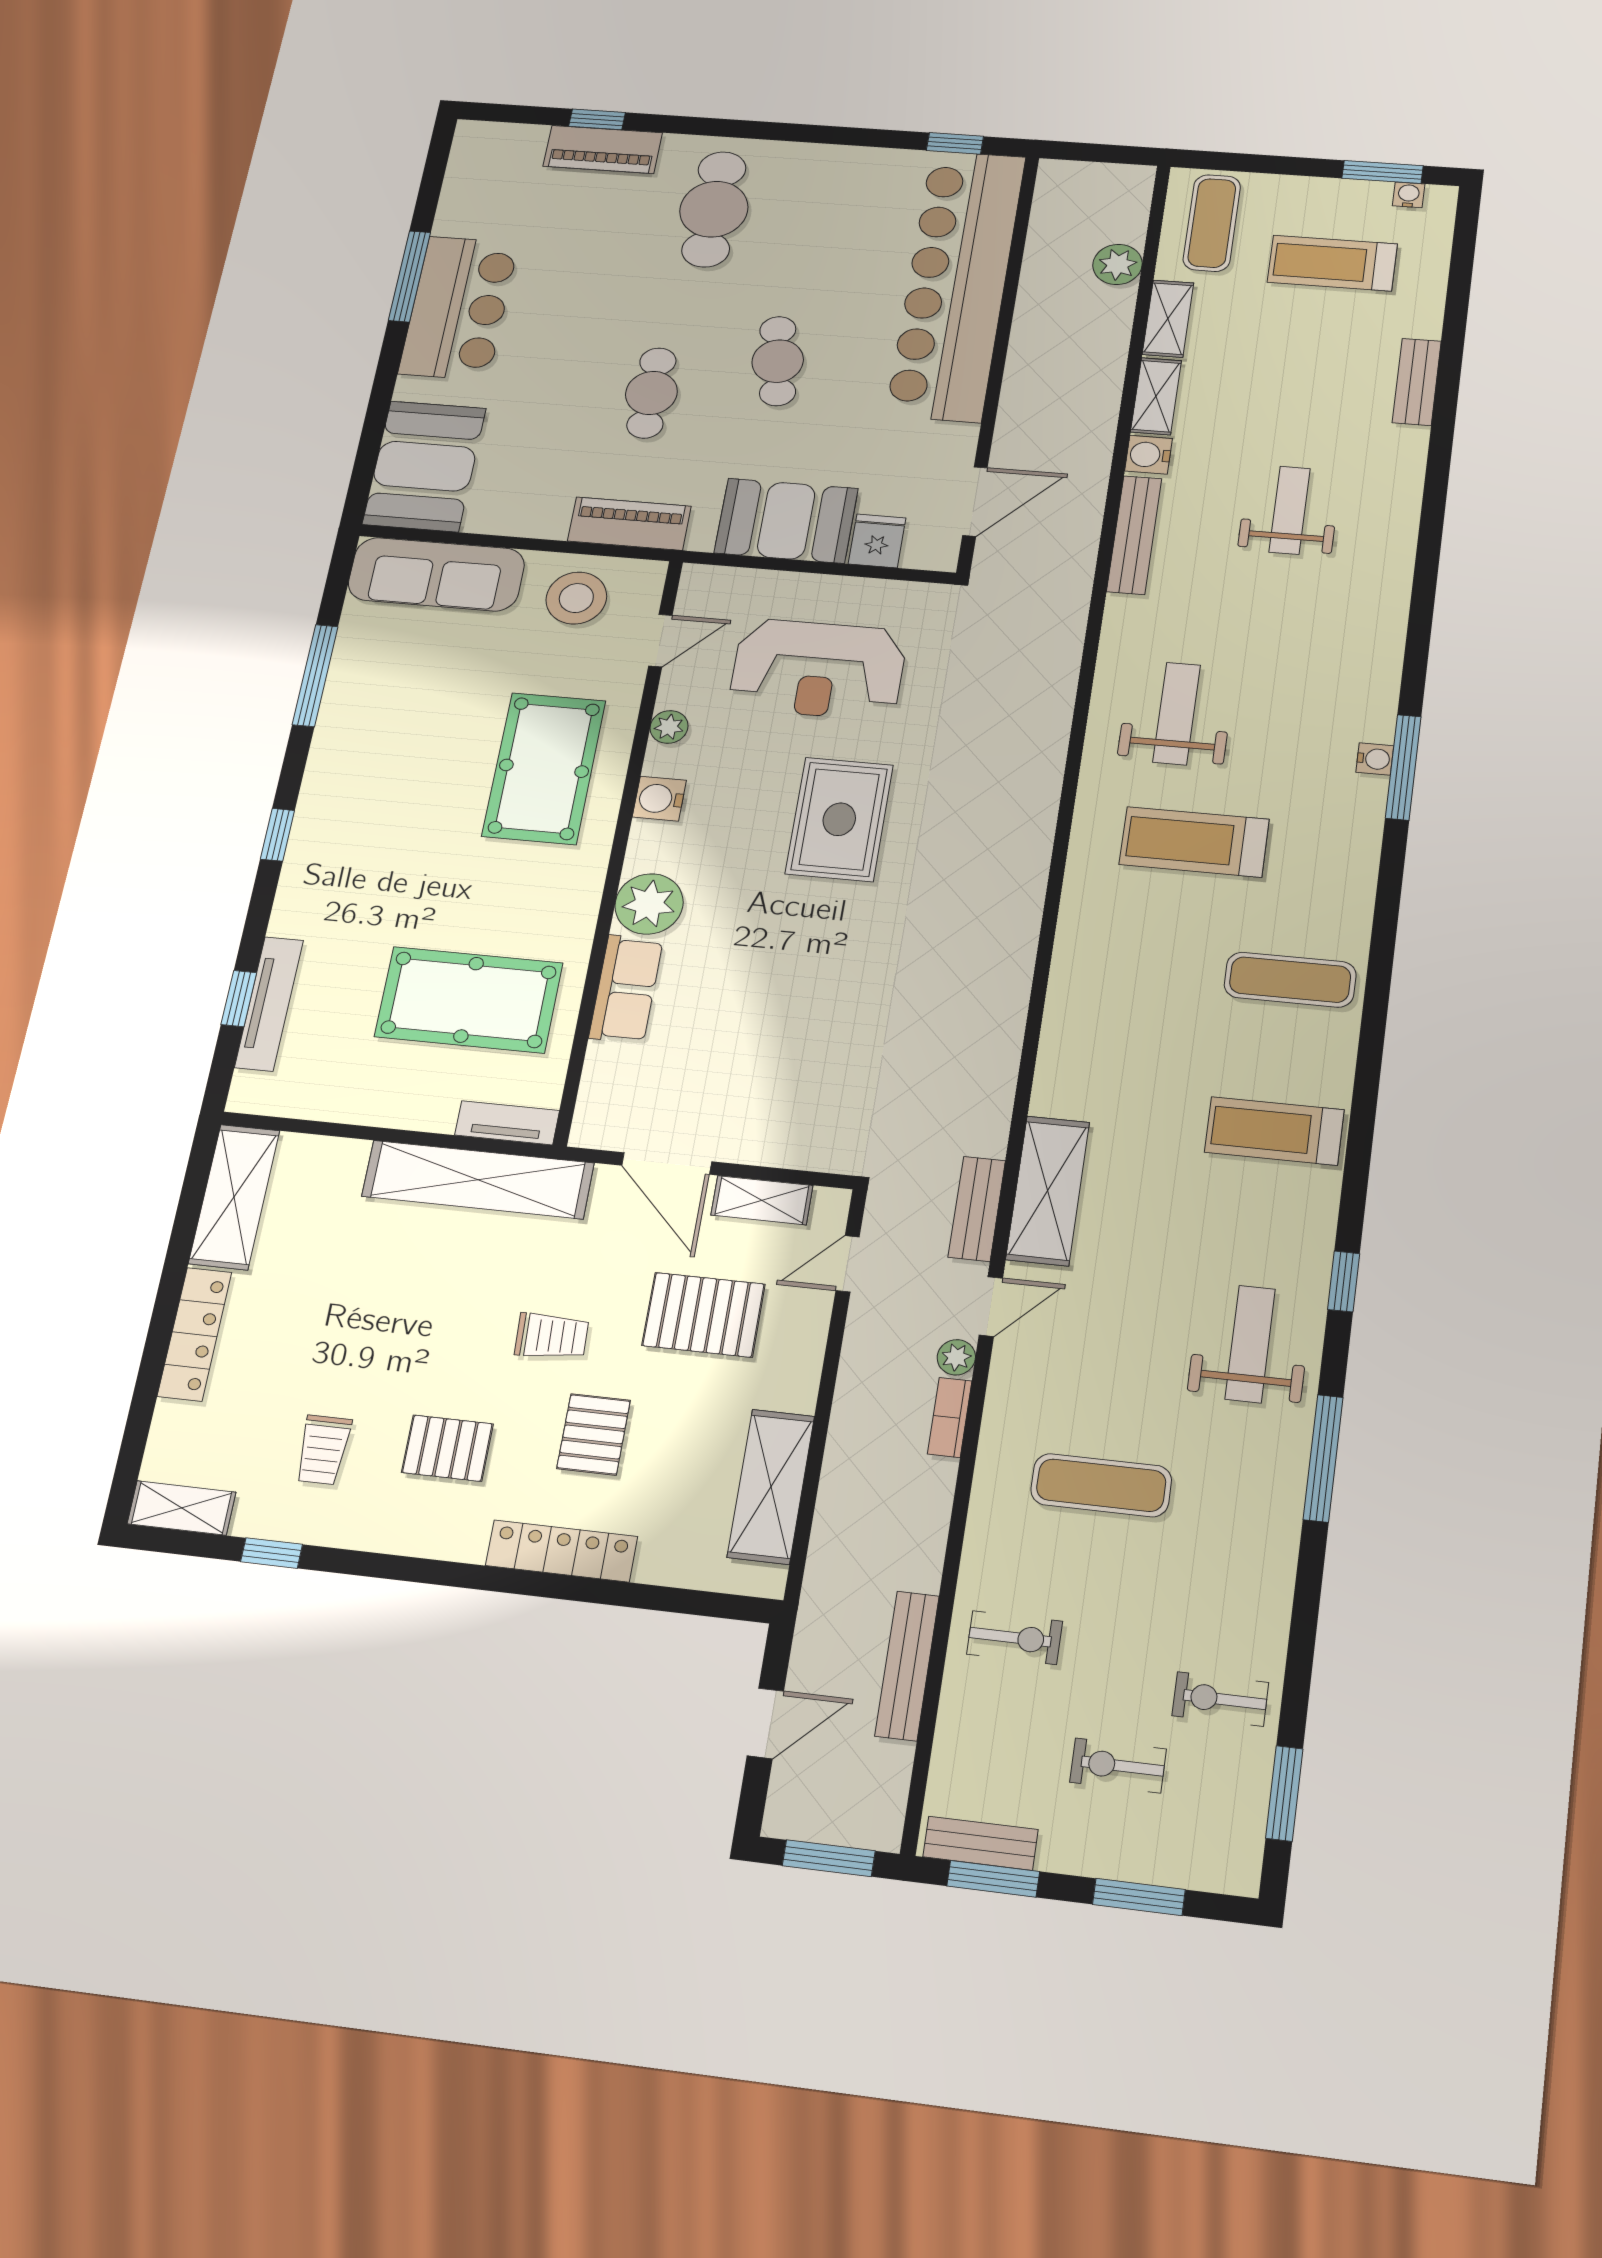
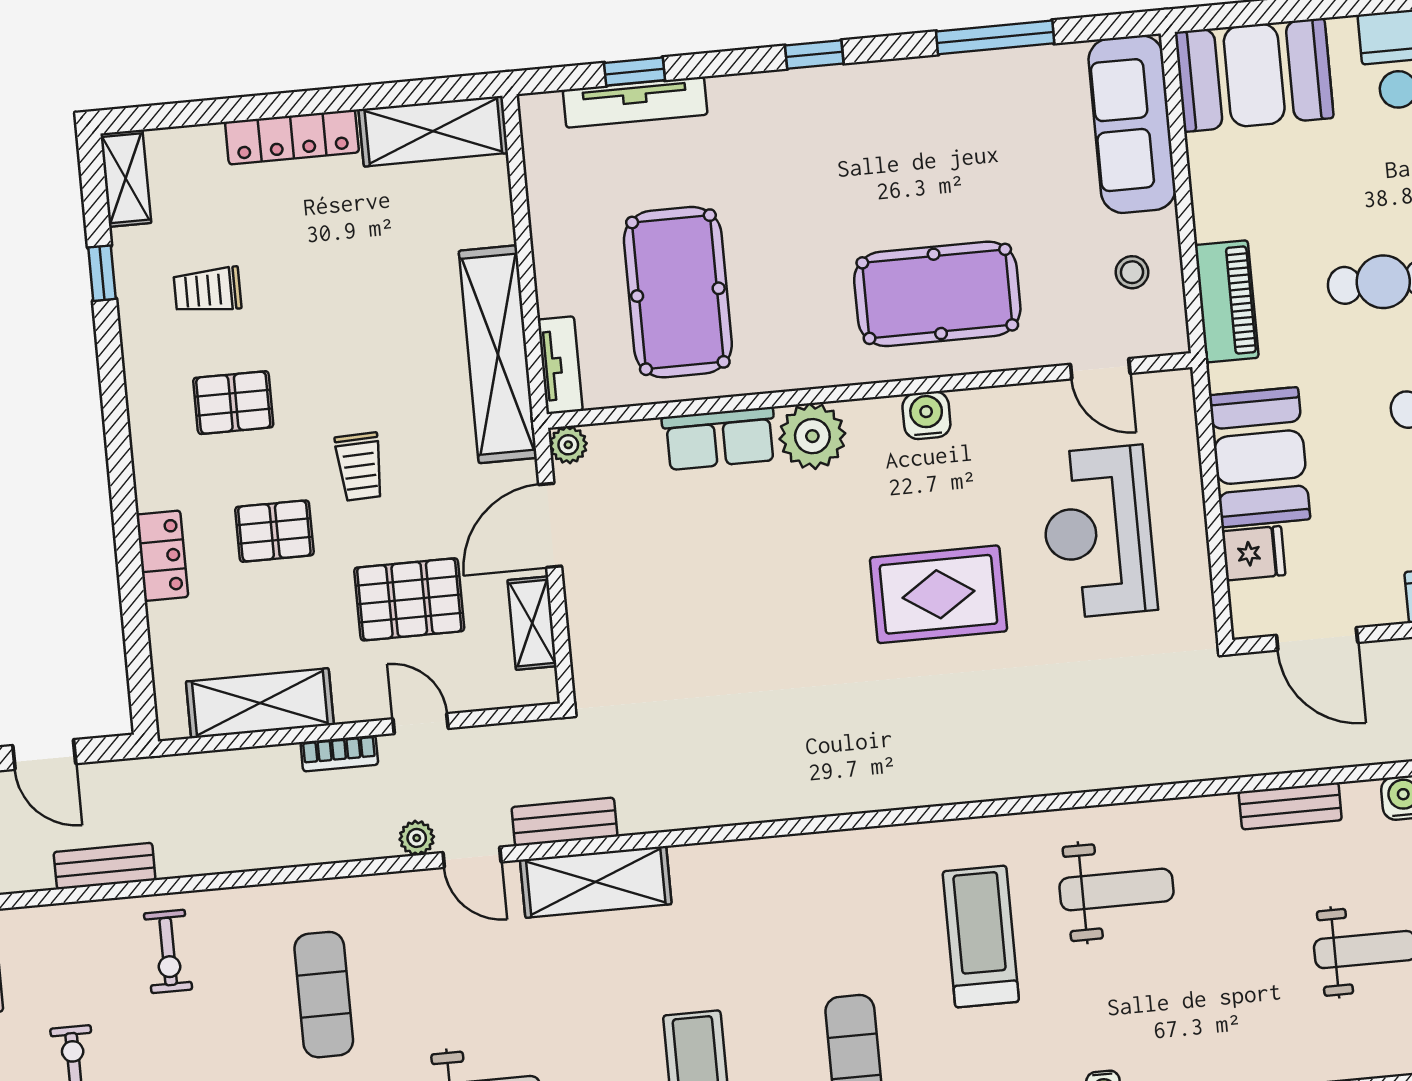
bench: (1134, 535) -> (1290, 806), width x0.73
stool: (576, 598) -> (1132, 272), width x0.53, depth x0.53
plant: (669, 727) -> (568, 445), moved
door: (848, 1264) -> (421, 724), moved
pallet: (703, 1315) -> (409, 599), turned 90
bookcase: (950, 1417) -> (339, 753), moved, turned 180
pallet: (447, 1448) -> (233, 403), turned 90
locker: (562, 1551) -> (162, 556), width x0.66
bench: (907, 1666) -> (105, 866), width x0.73

